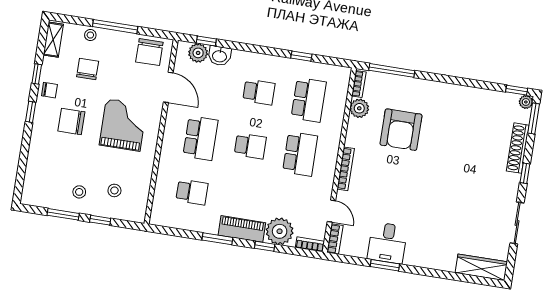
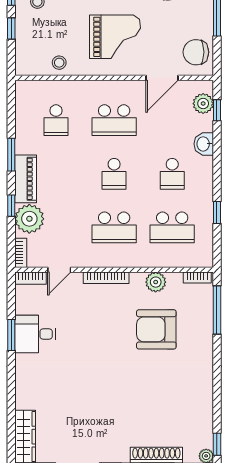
washbasin: (220, 56) -> (204, 144), moved
plant: (359, 108) -> (156, 282), moved
stool: (114, 190) -> (59, 63), moved

